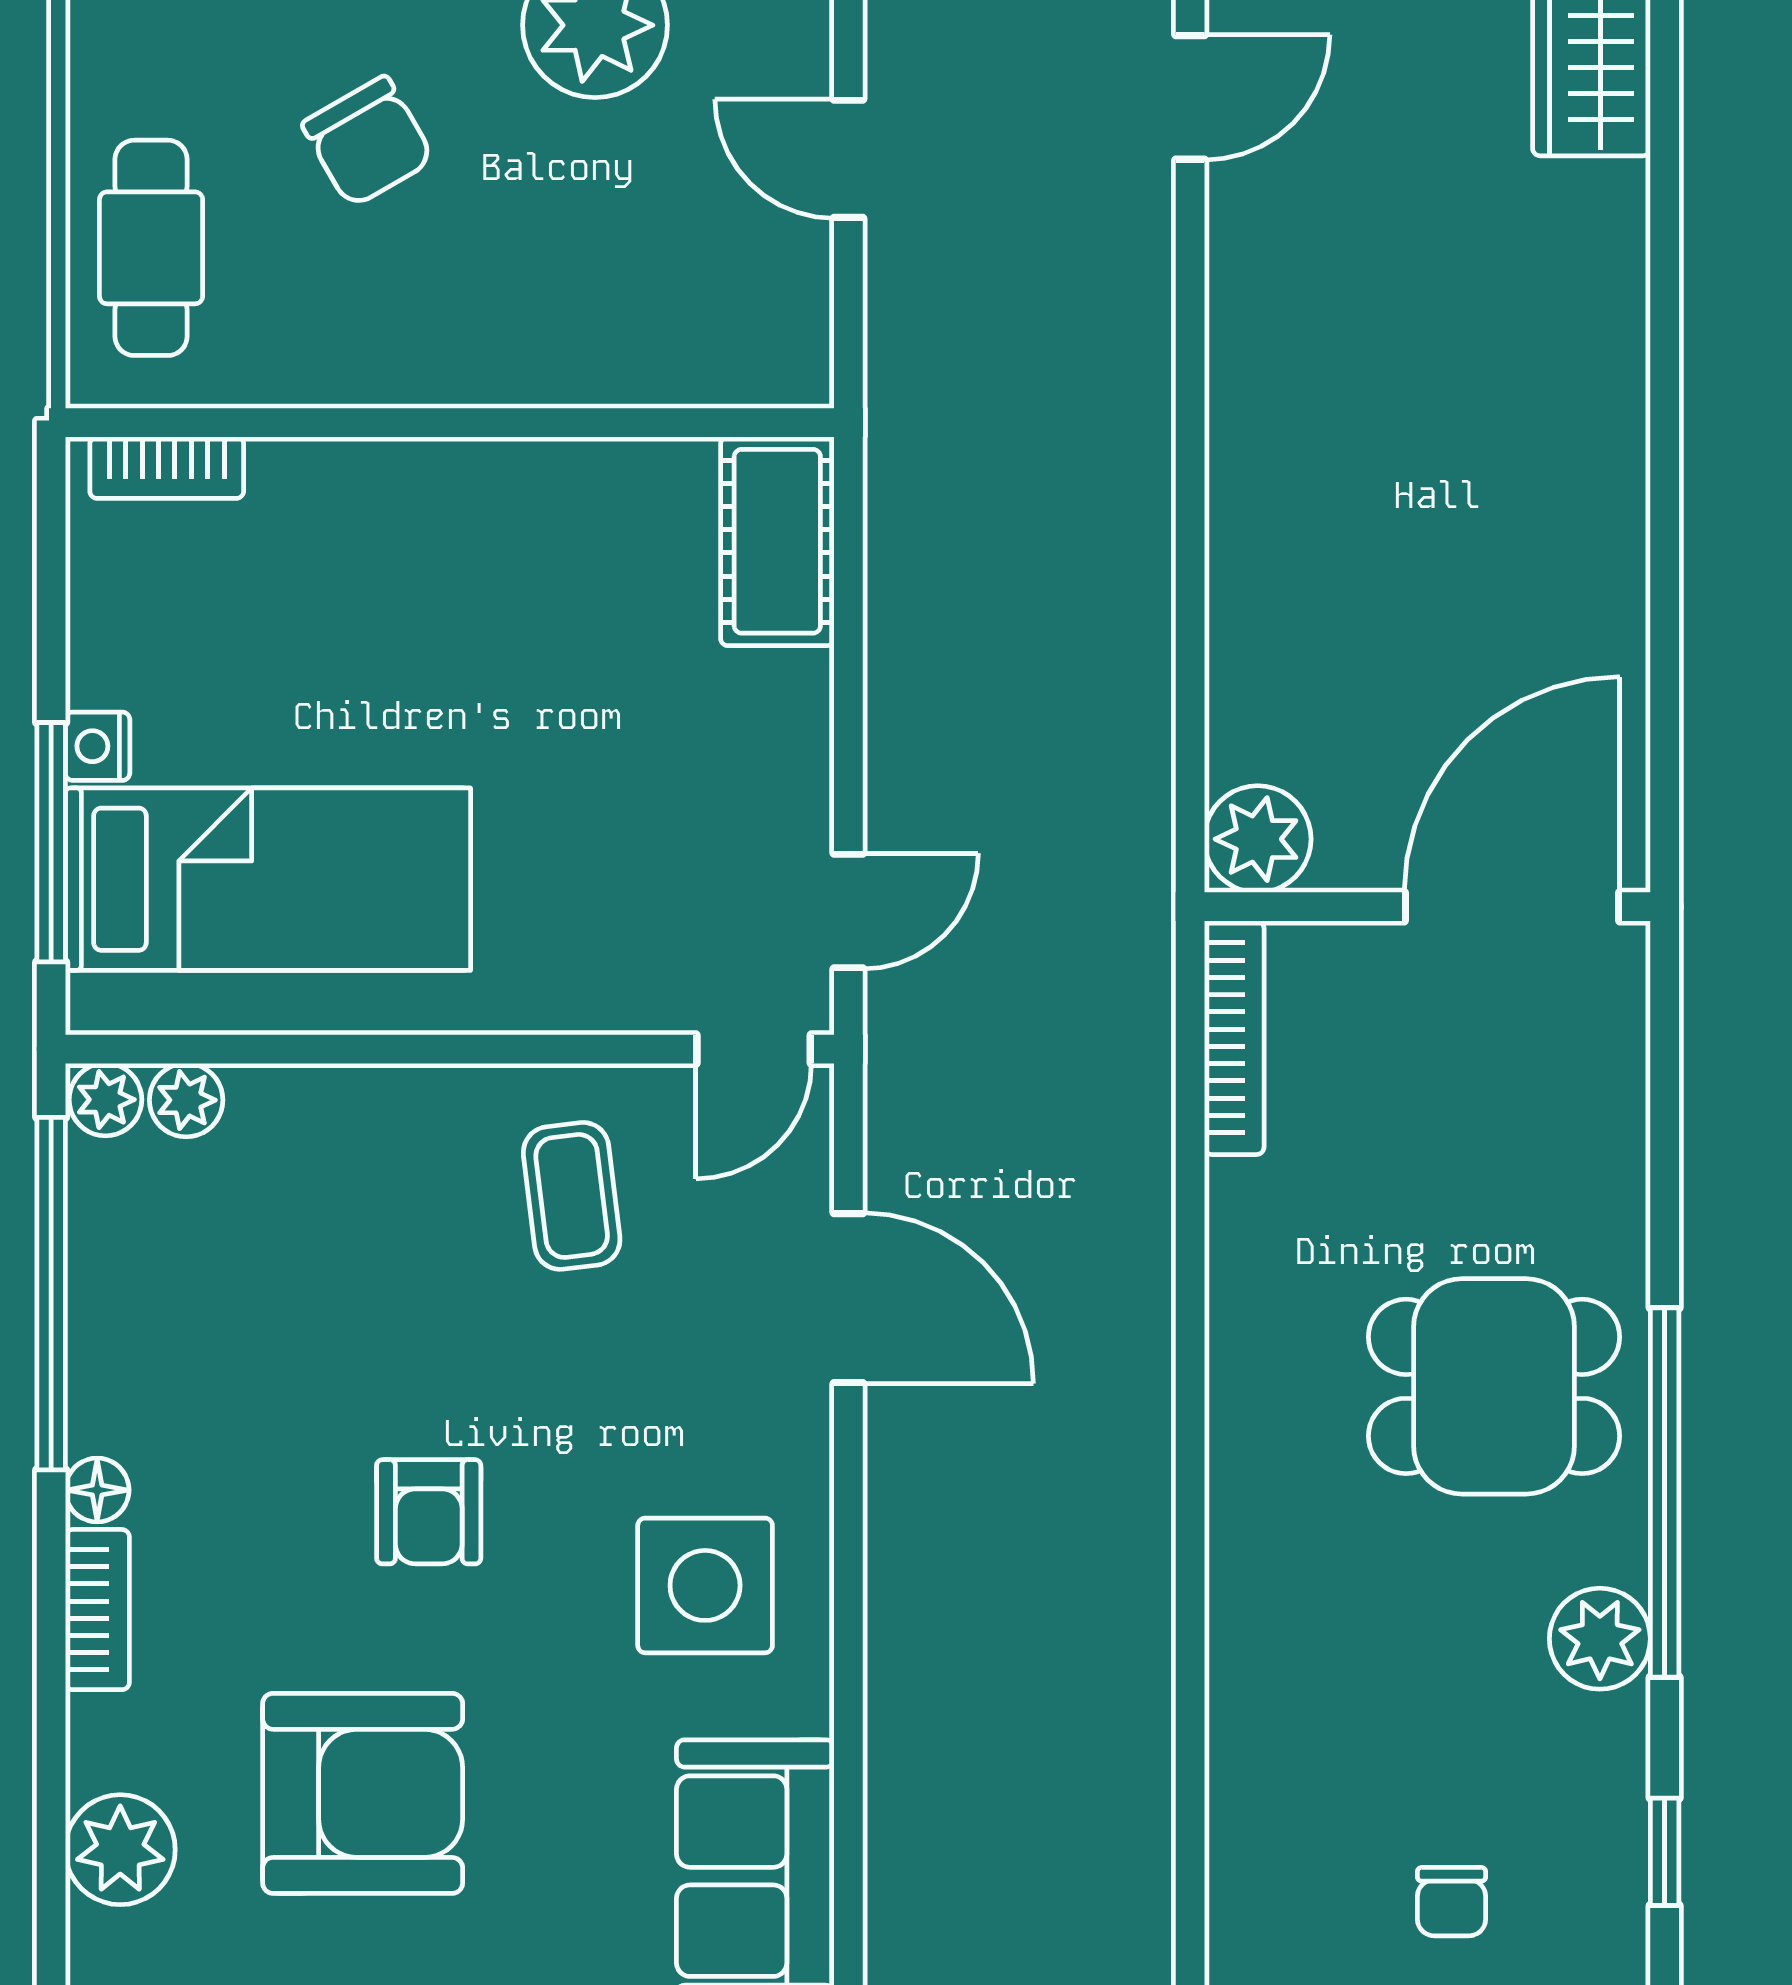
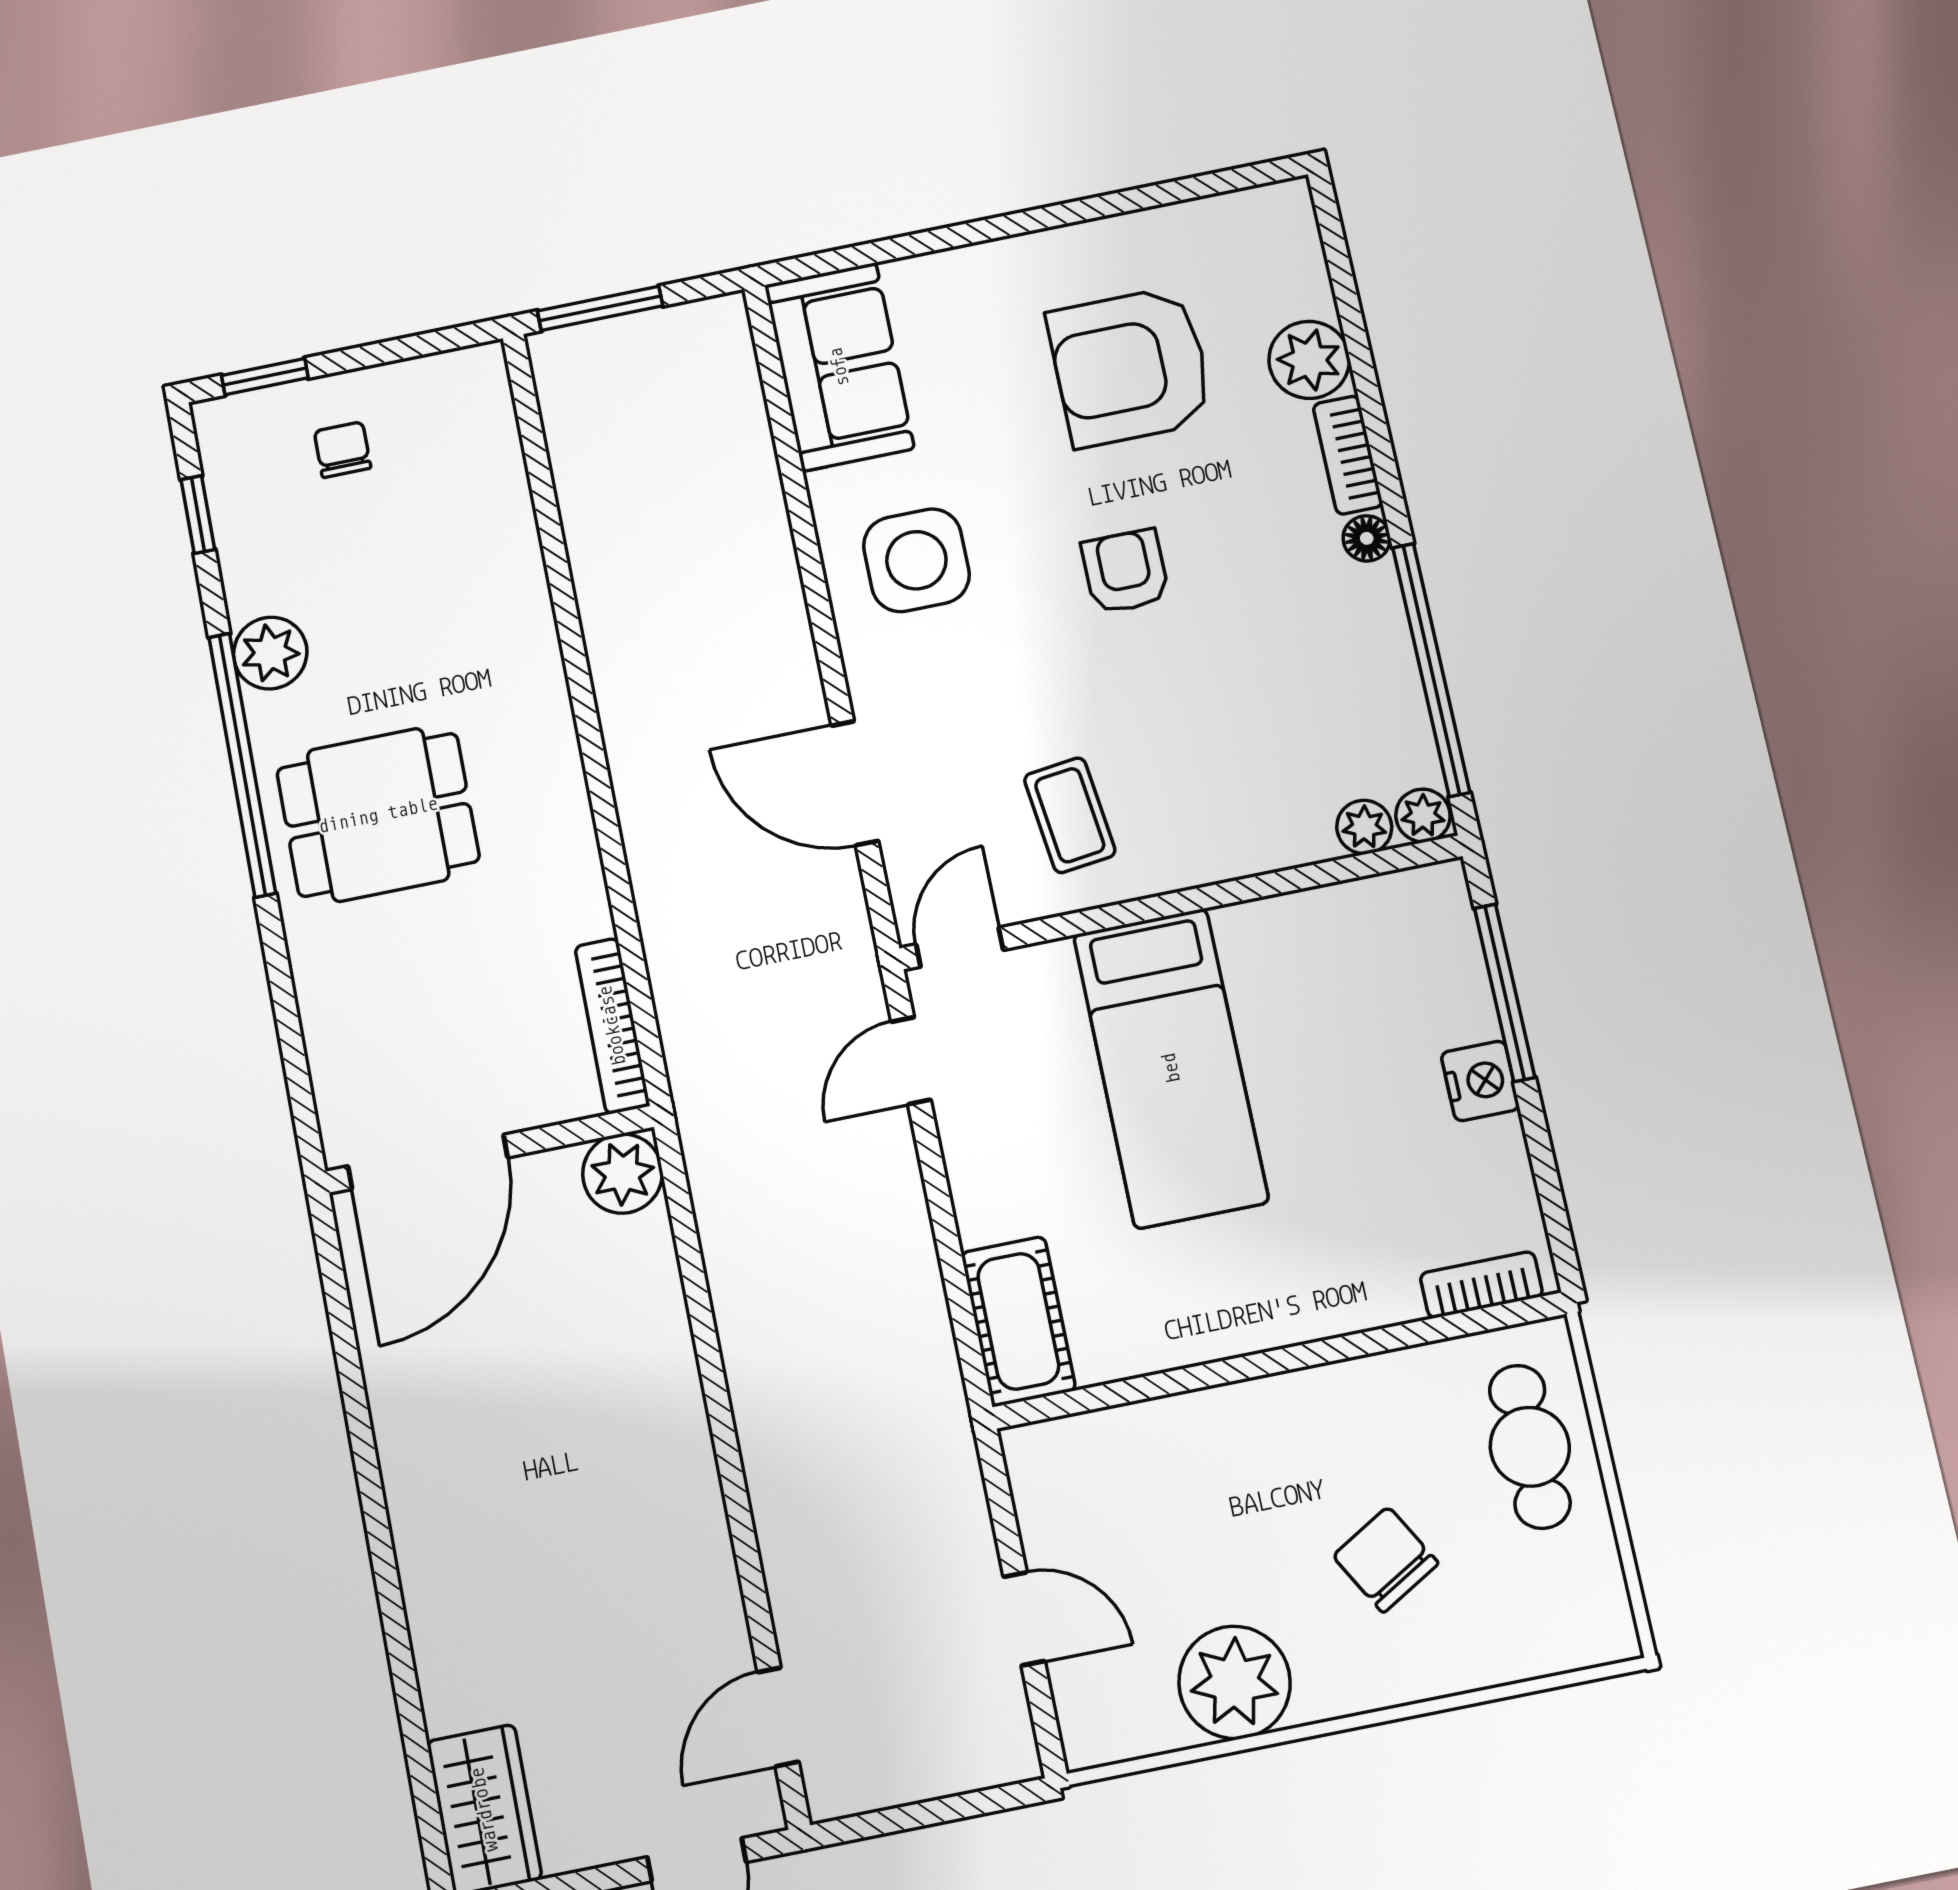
nightstand: (98, 746) -> (1480, 1081), width x1.39, depth x1.35
bed: (268, 879) -> (1171, 1068), moved, turned -90
plant: (120, 1850) -> (1309, 360), moved

